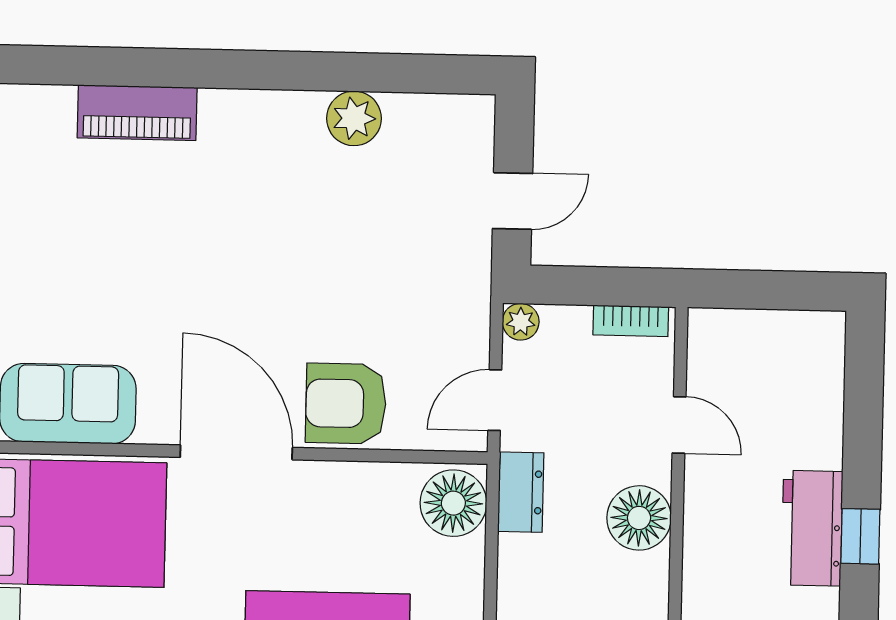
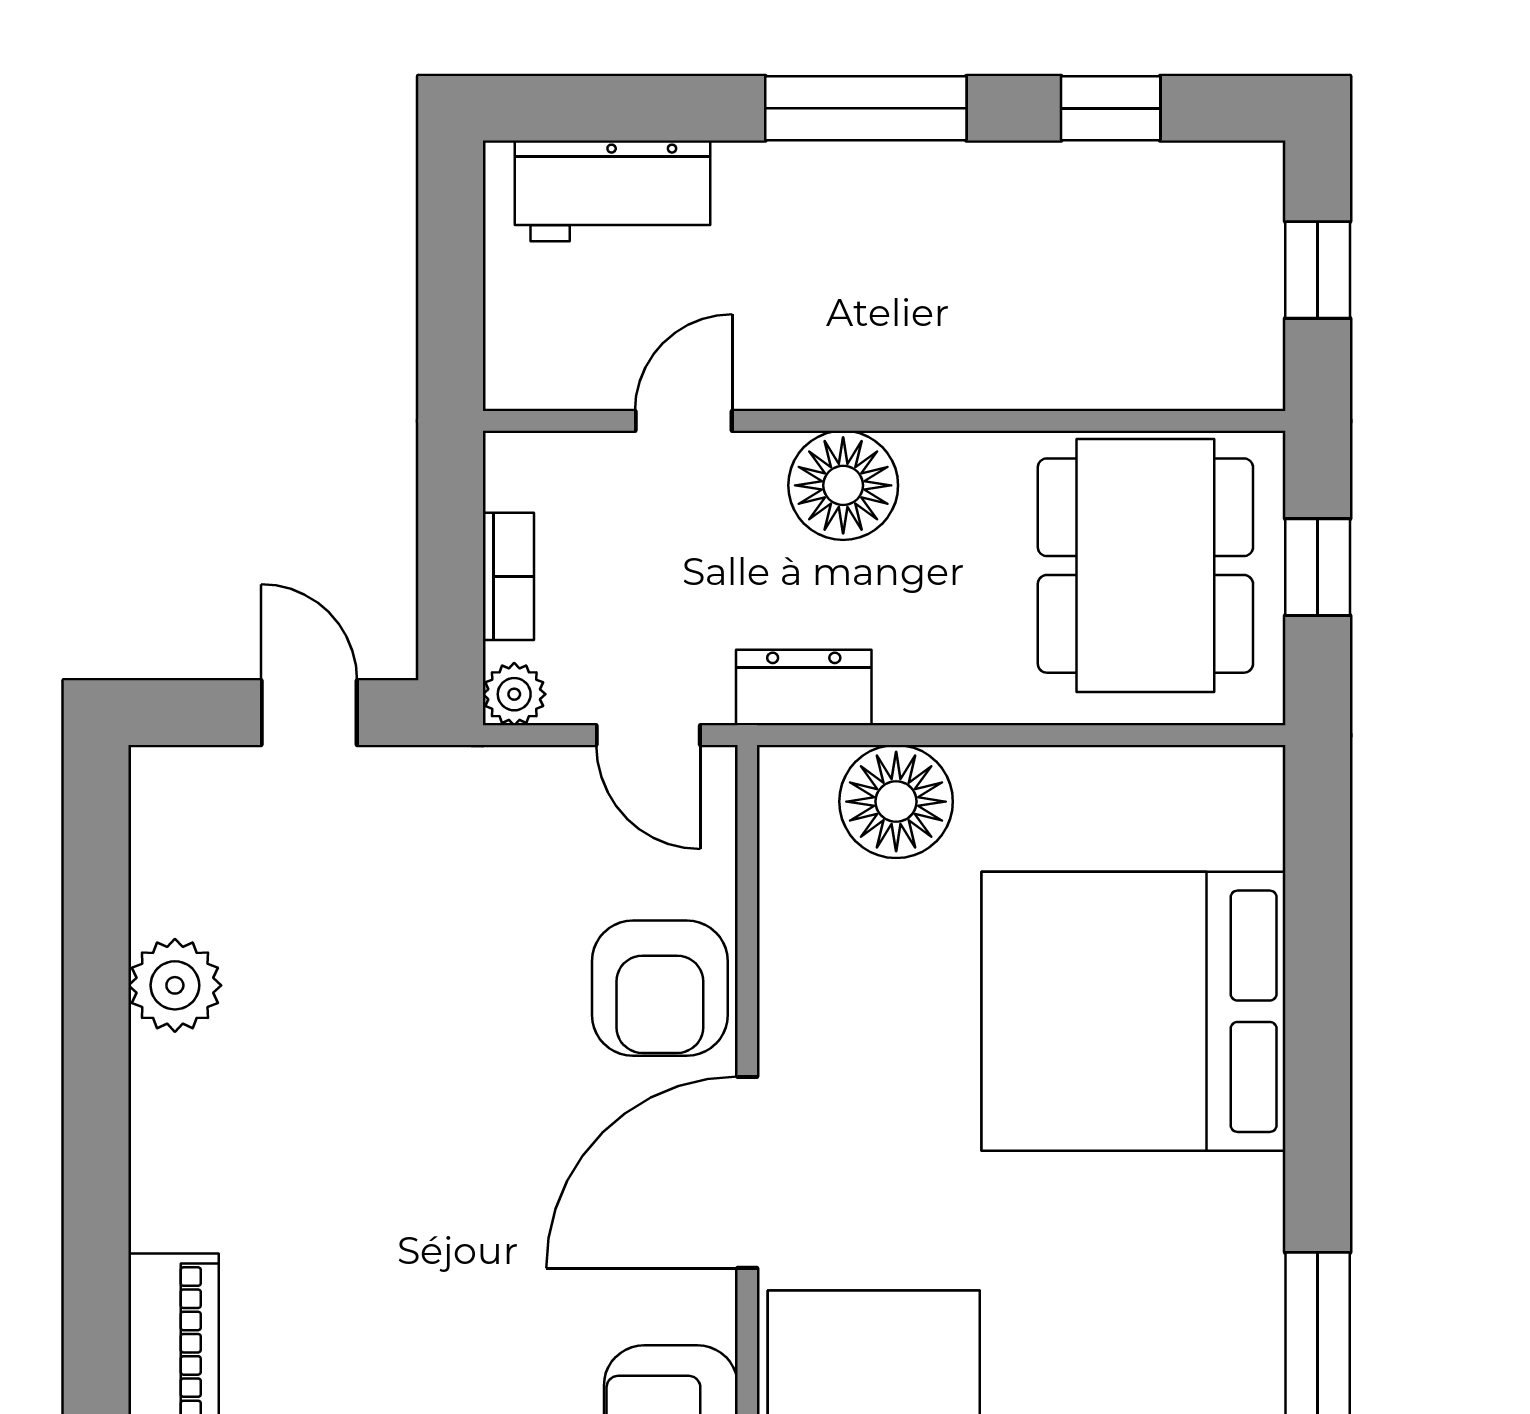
bookcase: (631, 321) -> (508, 576), moved
floor lamp: (453, 503) -> (896, 802), moved
workbench: (812, 528) -> (613, 191), moved
window: (860, 536) -> (866, 108), width x2.17

